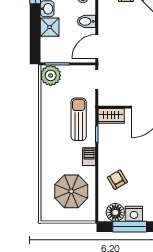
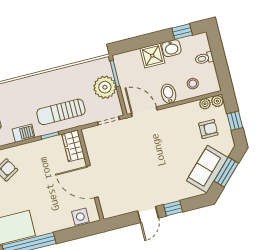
plant: (51, 75) -> (105, 87), moved
sun lounger: (79, 119) -> (61, 112), turned 180

